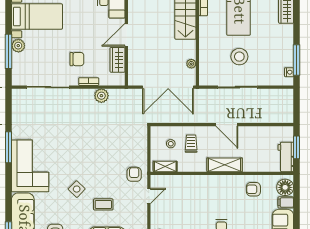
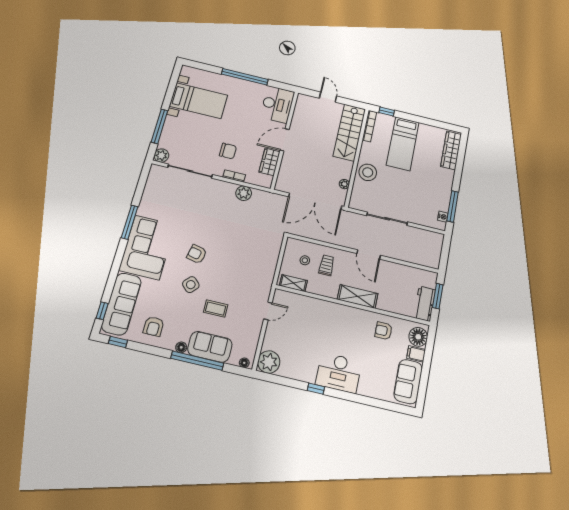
plant: (18, 46) -> (161, 155), moved
stool: (239, 57) -> (368, 172), moved
armchair: (134, 174) -> (197, 254), moved, turned -78

